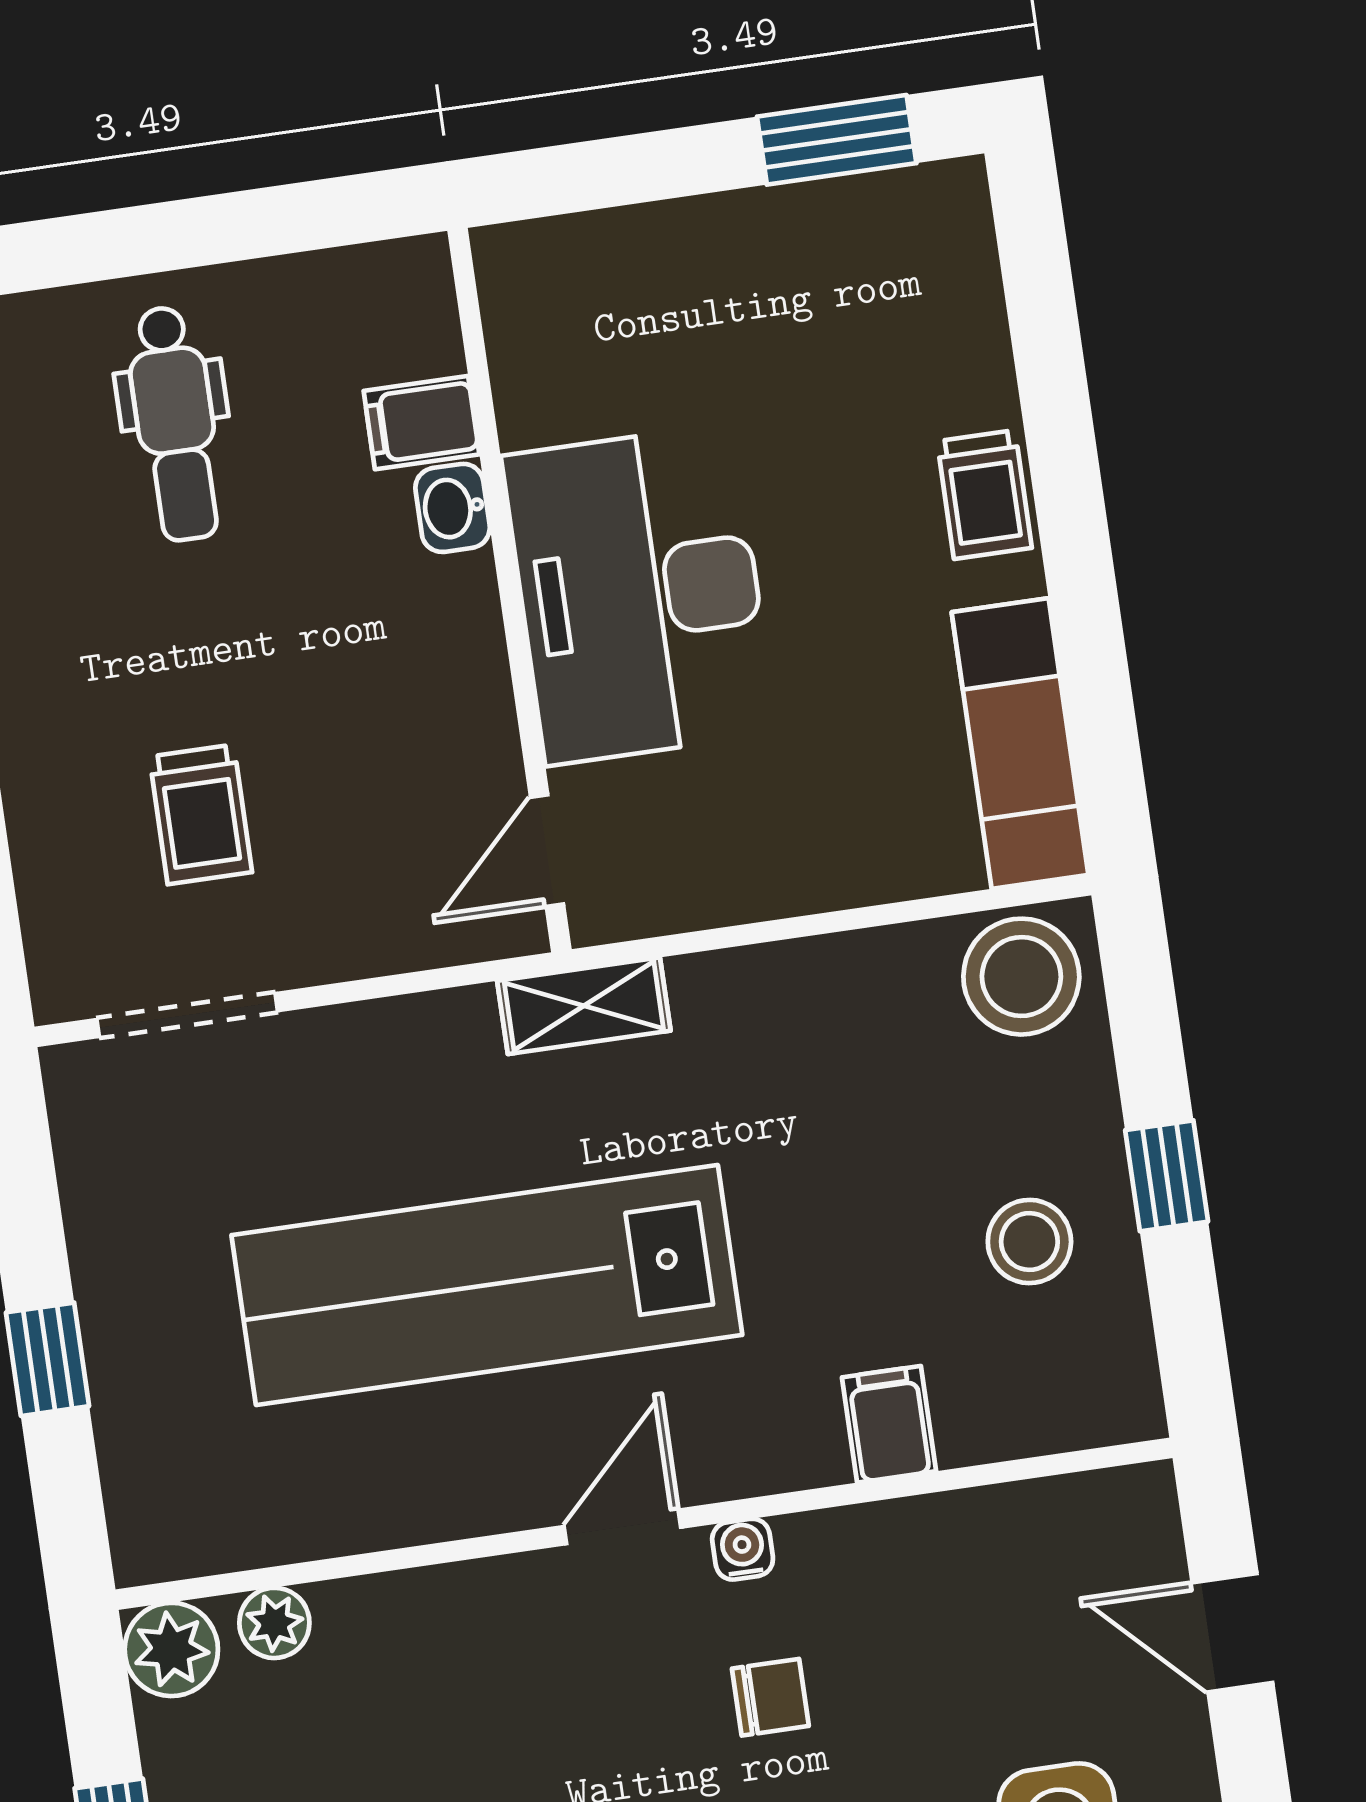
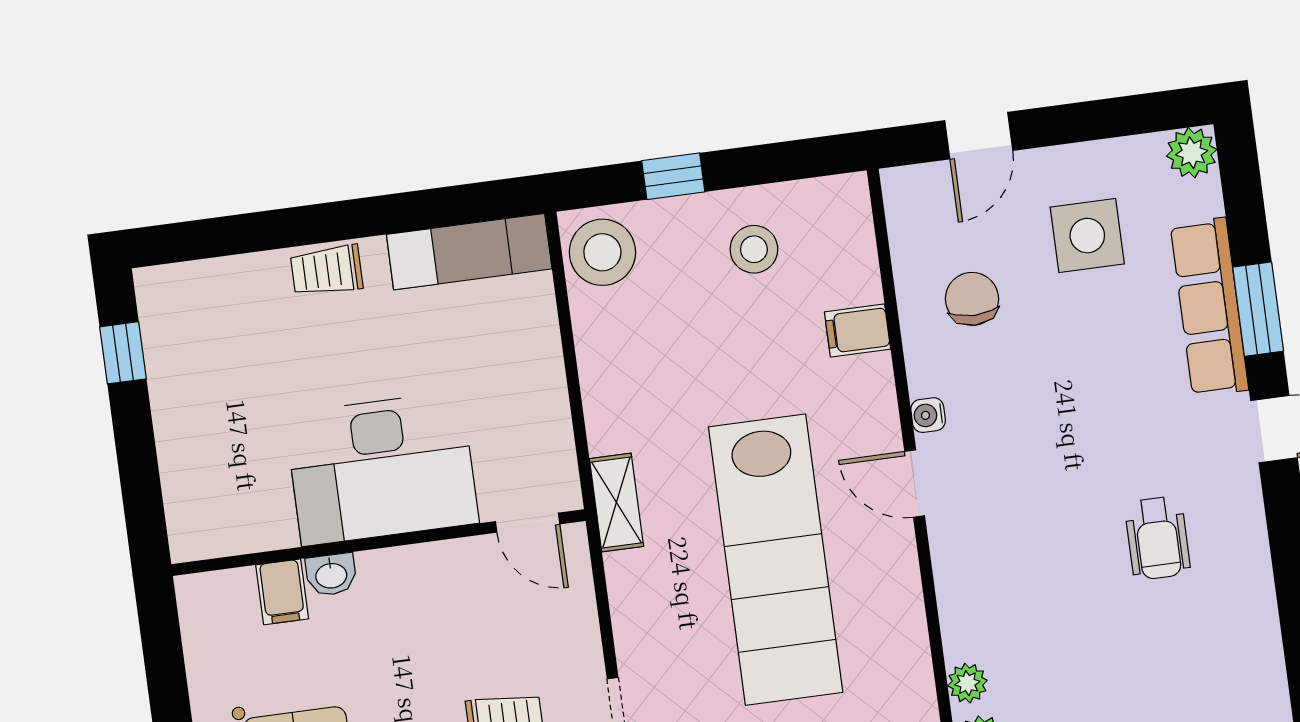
window: (837, 140) -> (123, 353), width x0.67
trolley: (984, 495) -> (327, 271), turned 180
window: (1167, 1176) -> (673, 176), moved
chair: (770, 1697) -> (972, 299), moved, width x1.37, depth x1.37

